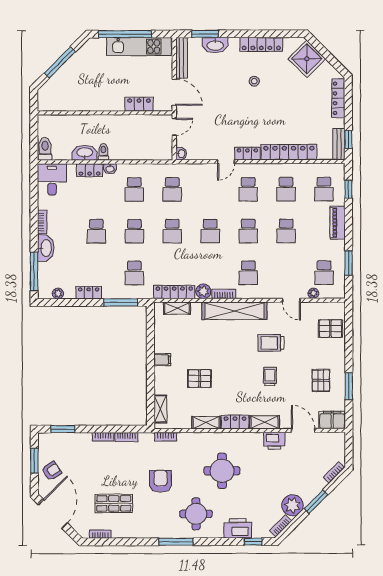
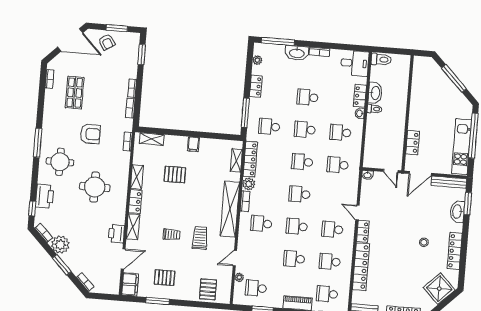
pallet: (200, 378) -> (175, 174), turned 90

